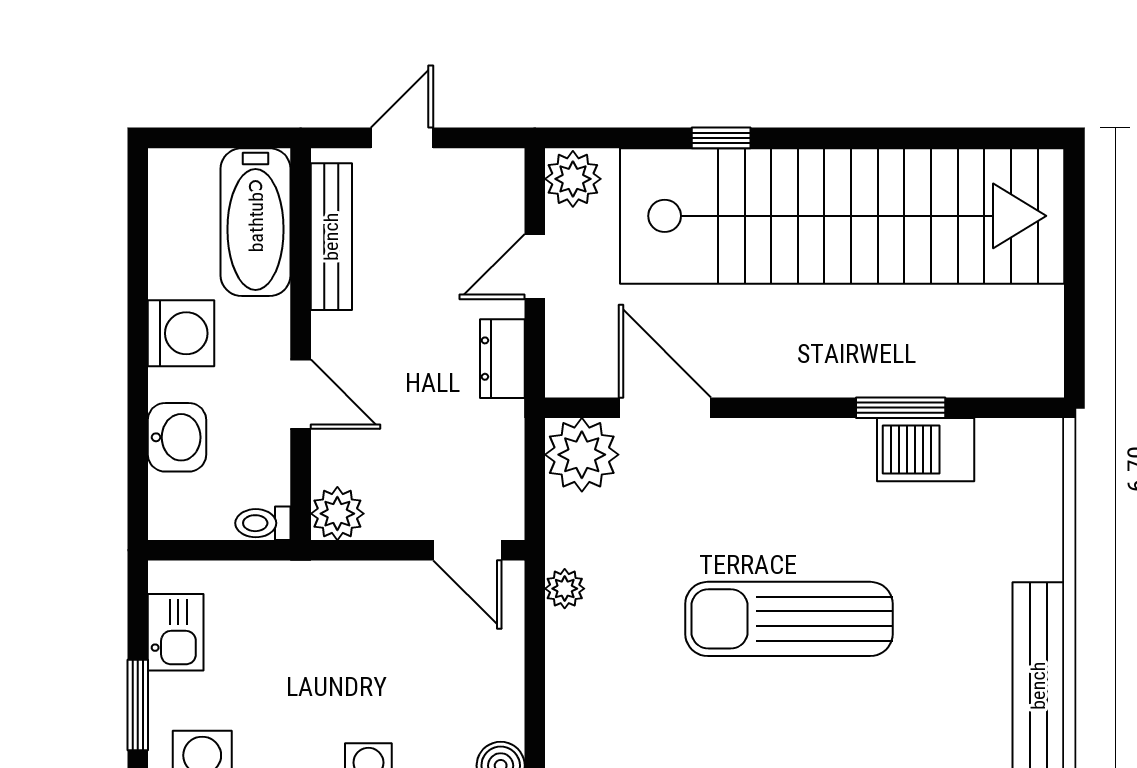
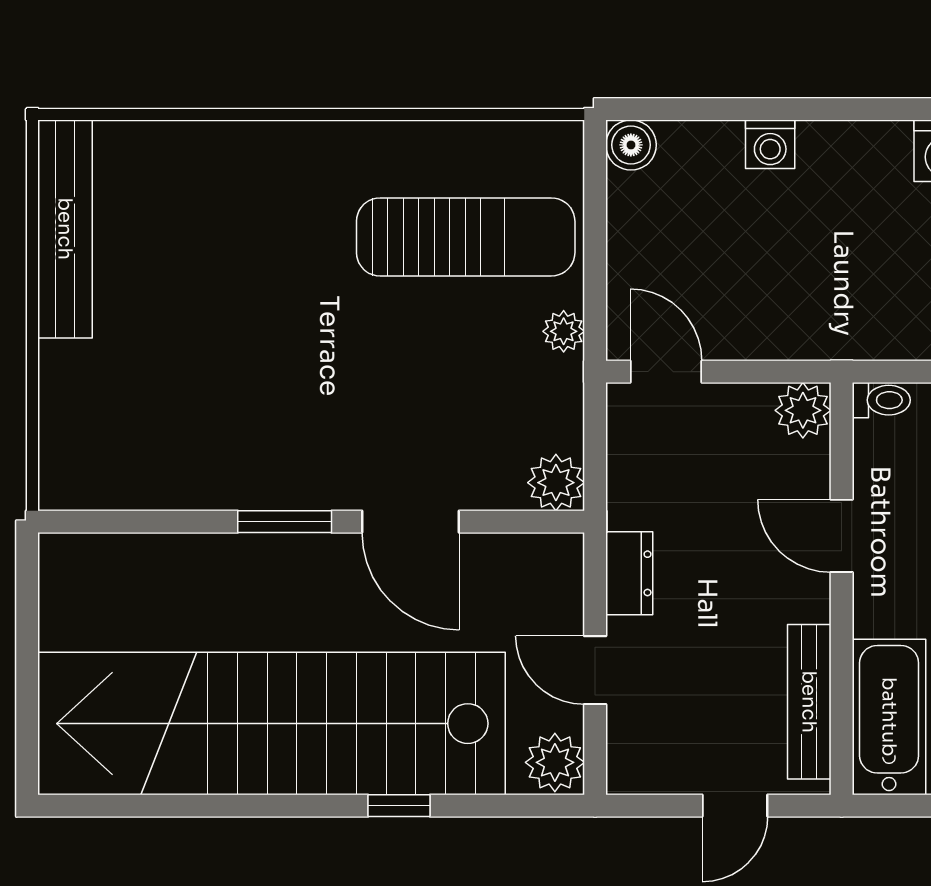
door: (535, 267) -> (595, 670), swing flipped
door: (665, 408) -> (411, 522), moved
window: (901, 408) -> (285, 522), moved
barbecue: (926, 450) -> (184, 478), removed
plant: (582, 455) -> (556, 483), width x0.73, depth x0.73
sun lounger: (789, 619) -> (466, 237), moved

